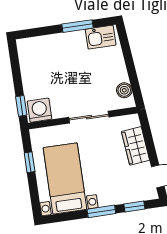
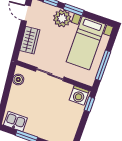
window: (30, 162) -> (103, 65), width x2.17
plant: (110, 193) -> (62, 18), added

